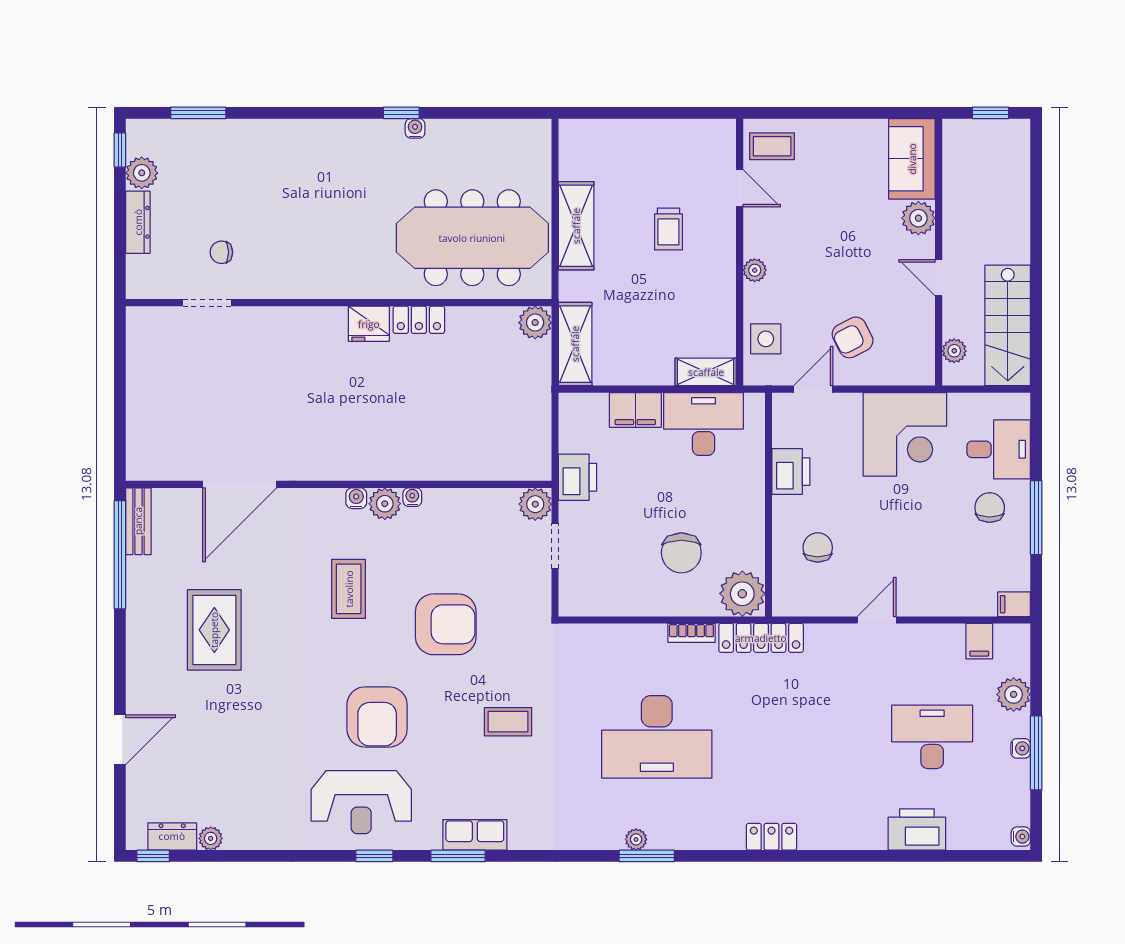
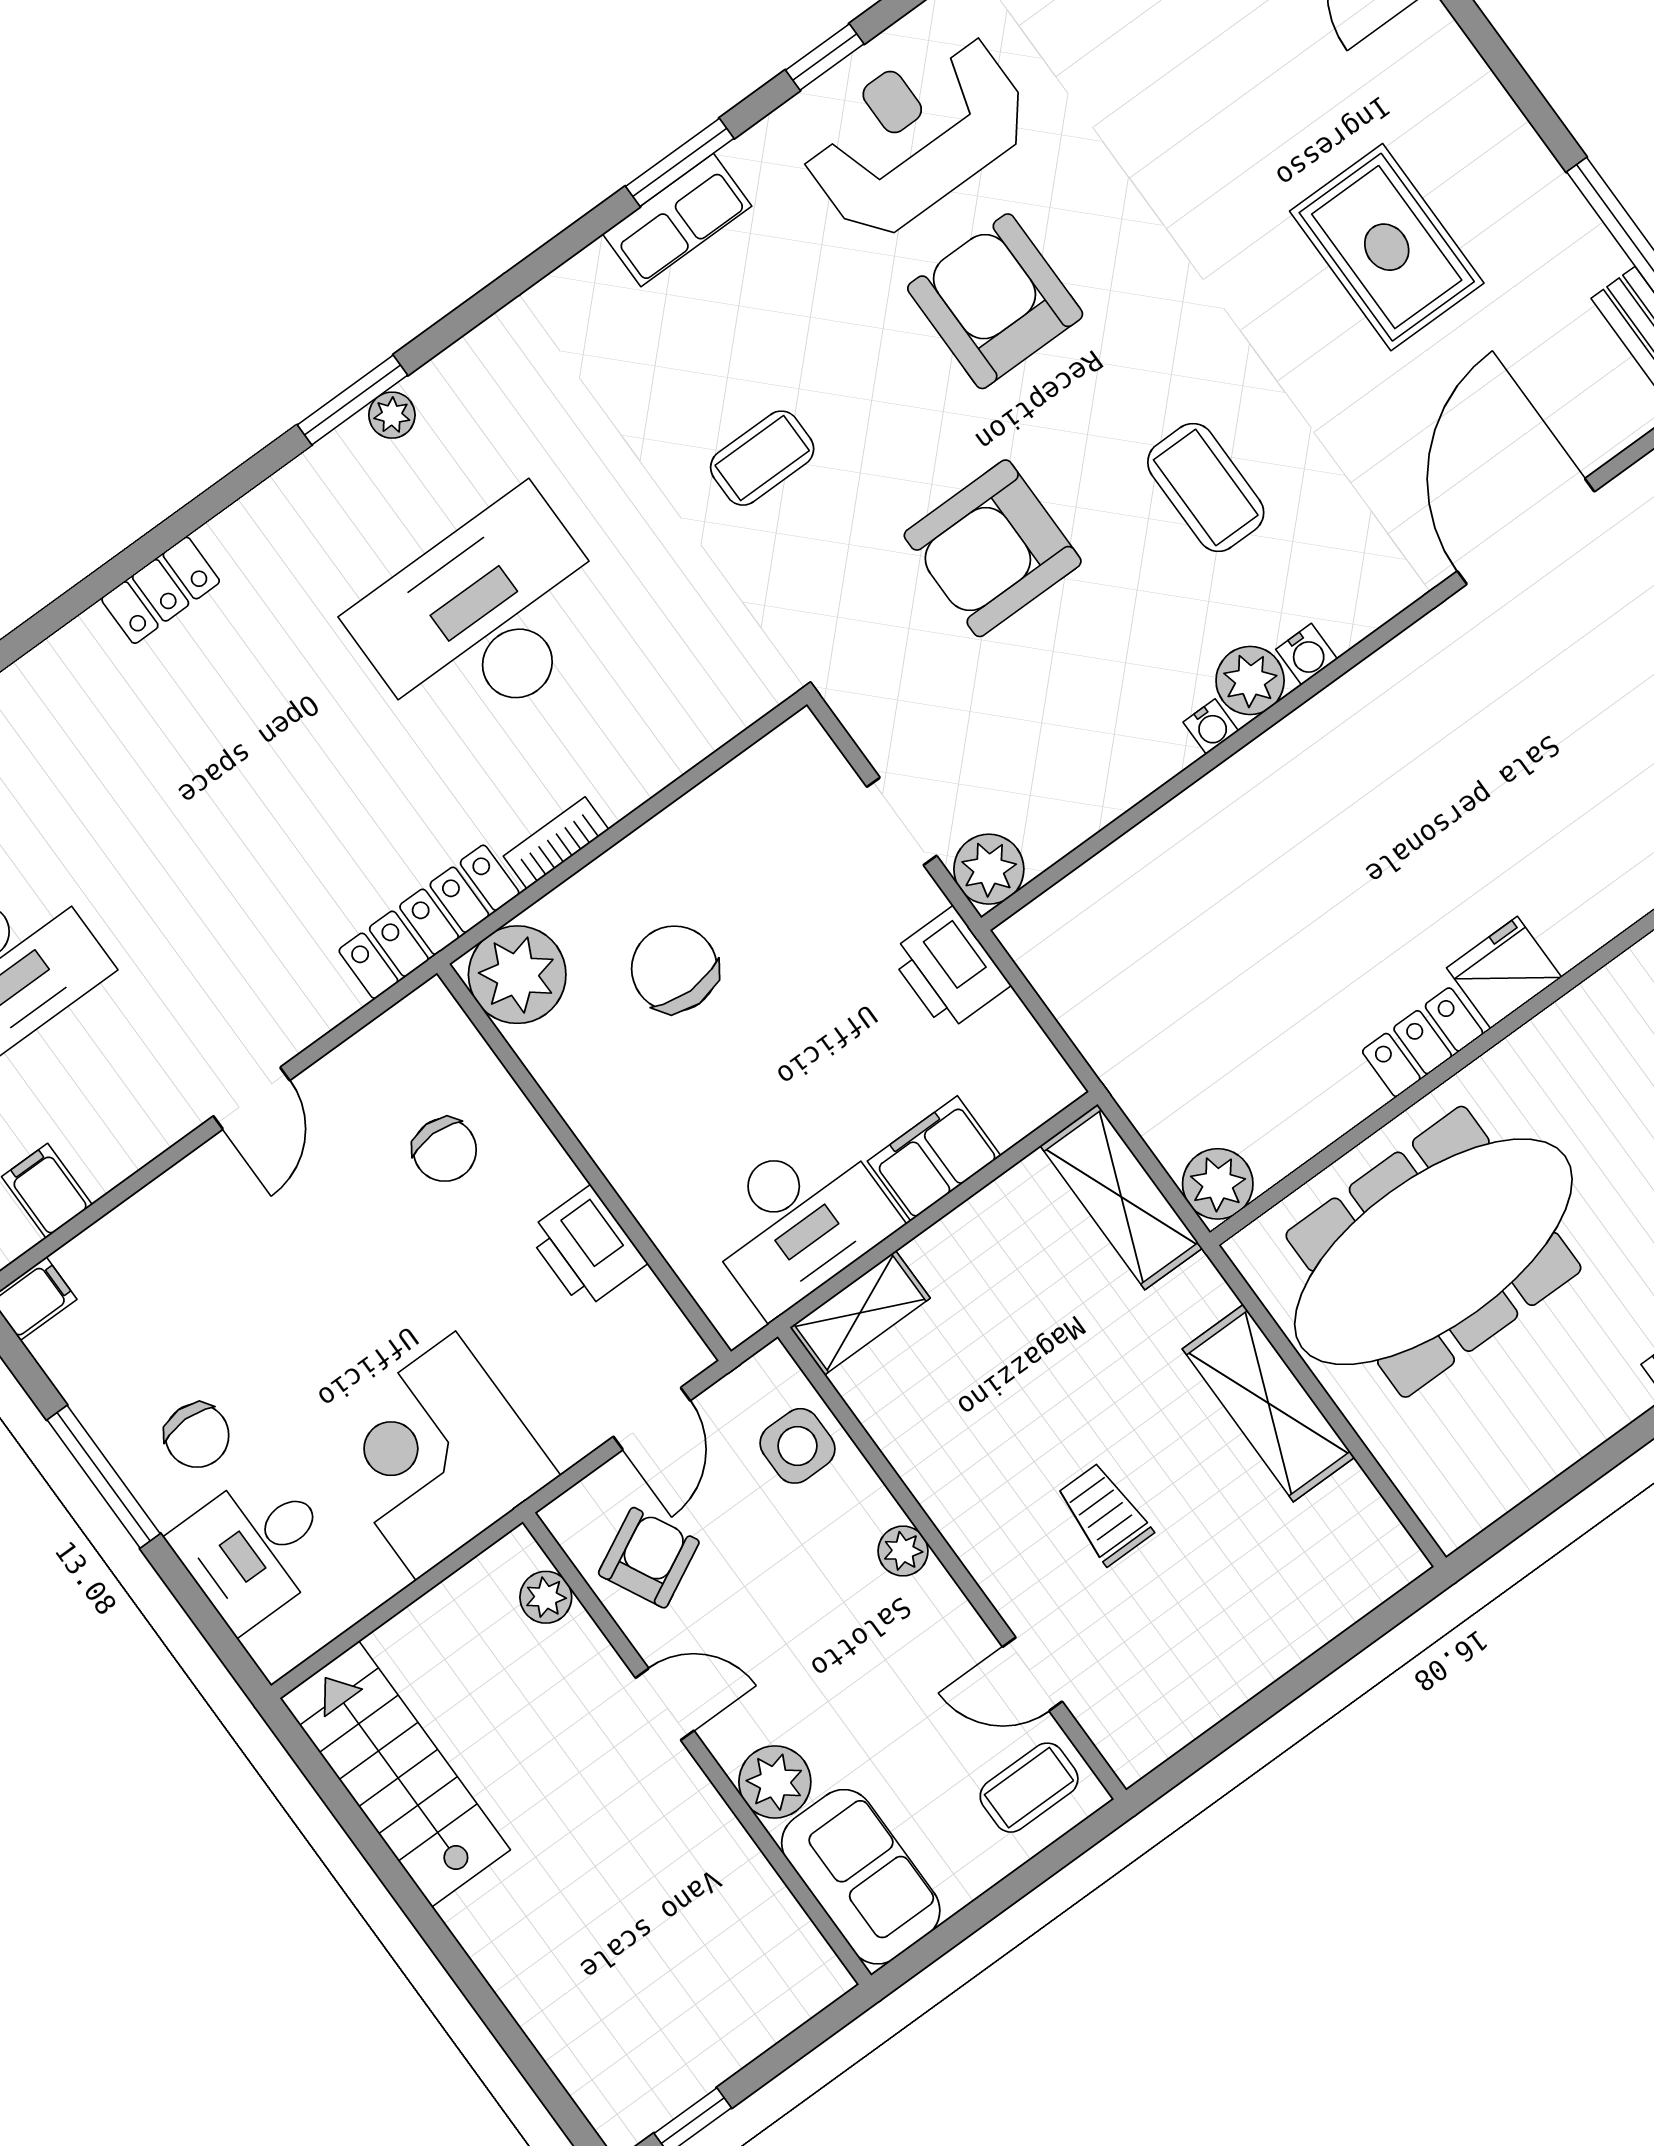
sofa: (912, 159) -> (861, 1877), moved
plant: (918, 218) -> (775, 1782), moved
wall: (939, 252) -> (697, 1749), moved
door: (939, 278) -> (665, 1704), moved
plant: (954, 351) -> (546, 1597), moved

